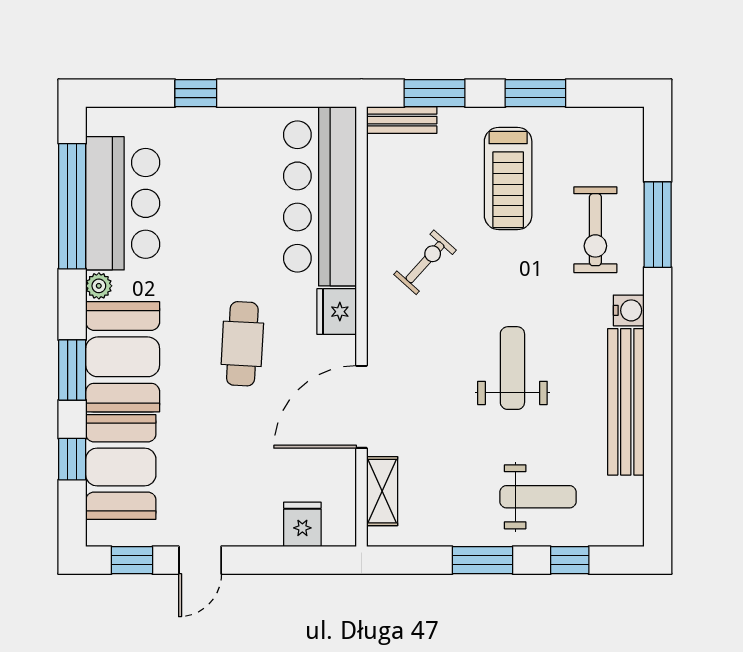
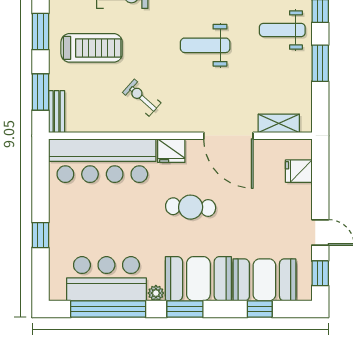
window: (72, 370) -> (185, 309), moved
weight bench: (538, 497) -> (282, 30), turned -90

